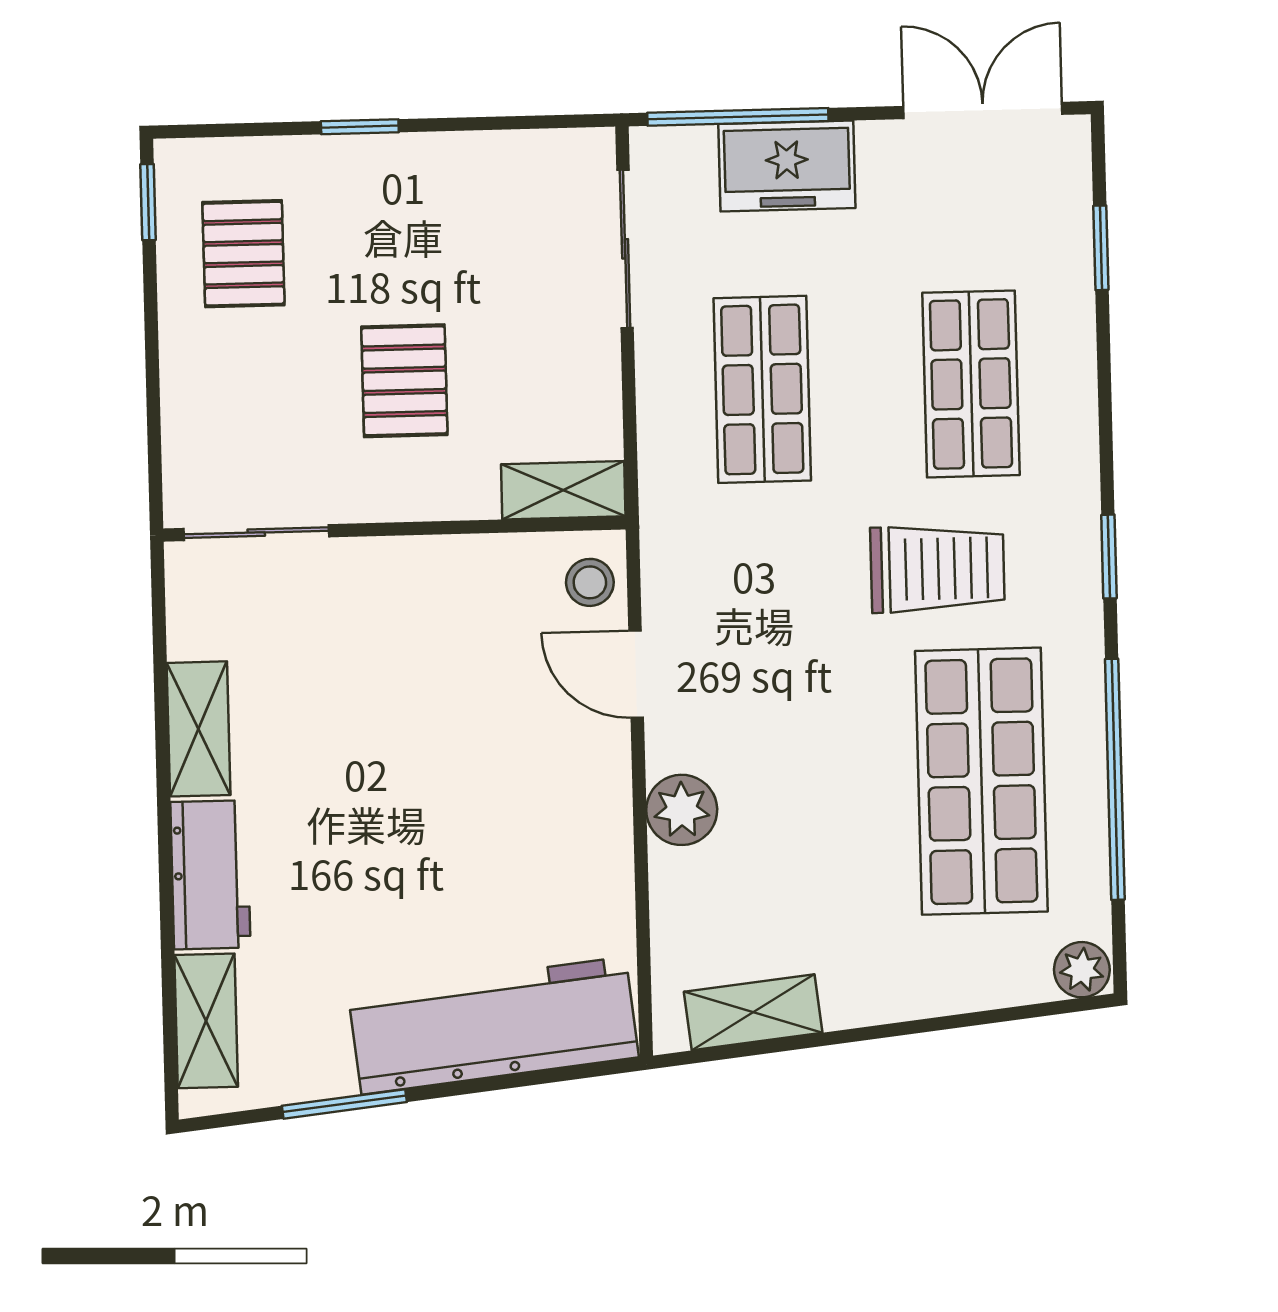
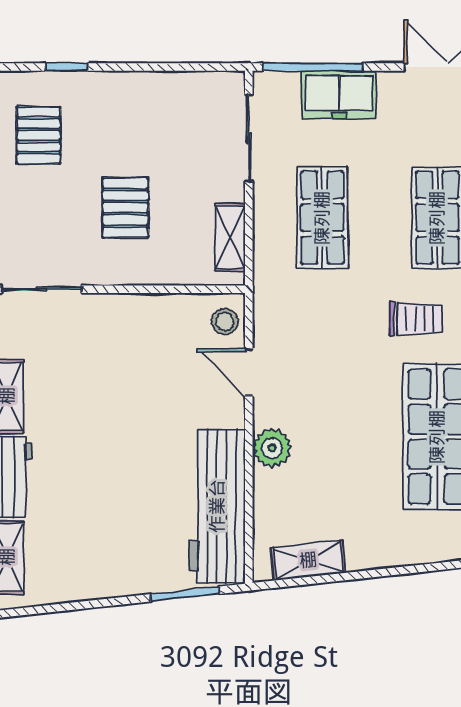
window: (360, 127) -> (67, 67), moved
shelving: (563, 490) -> (230, 237), moved, turned 90
trolley: (937, 569) -> (416, 319), width x0.73, depth x0.72
workbench: (493, 1026) -> (217, 506), moved, turned -84
window: (344, 1104) -> (185, 594), moved

